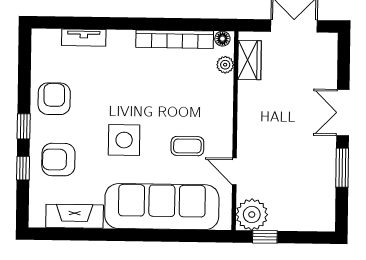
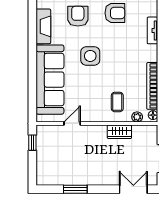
wardrobe: (249, 60) -> (119, 132), moved
double door: (343, 113) -> (133, 189), moved
coffee table: (187, 146) -> (117, 102), moved
plant: (252, 215) -> (46, 135), removed

